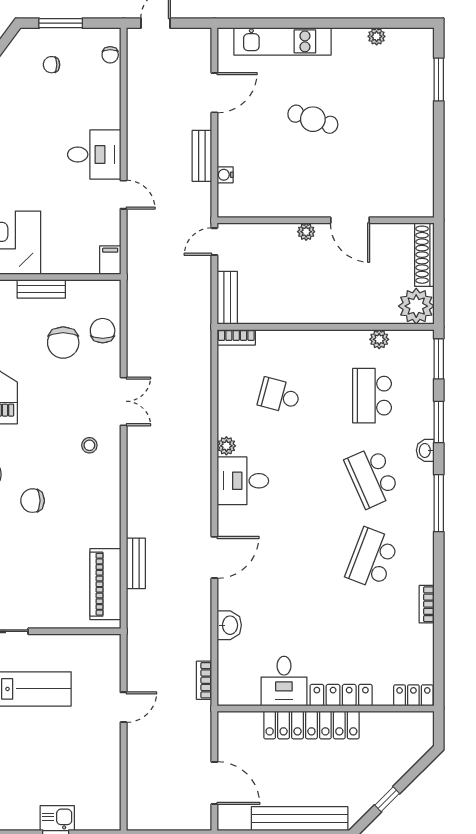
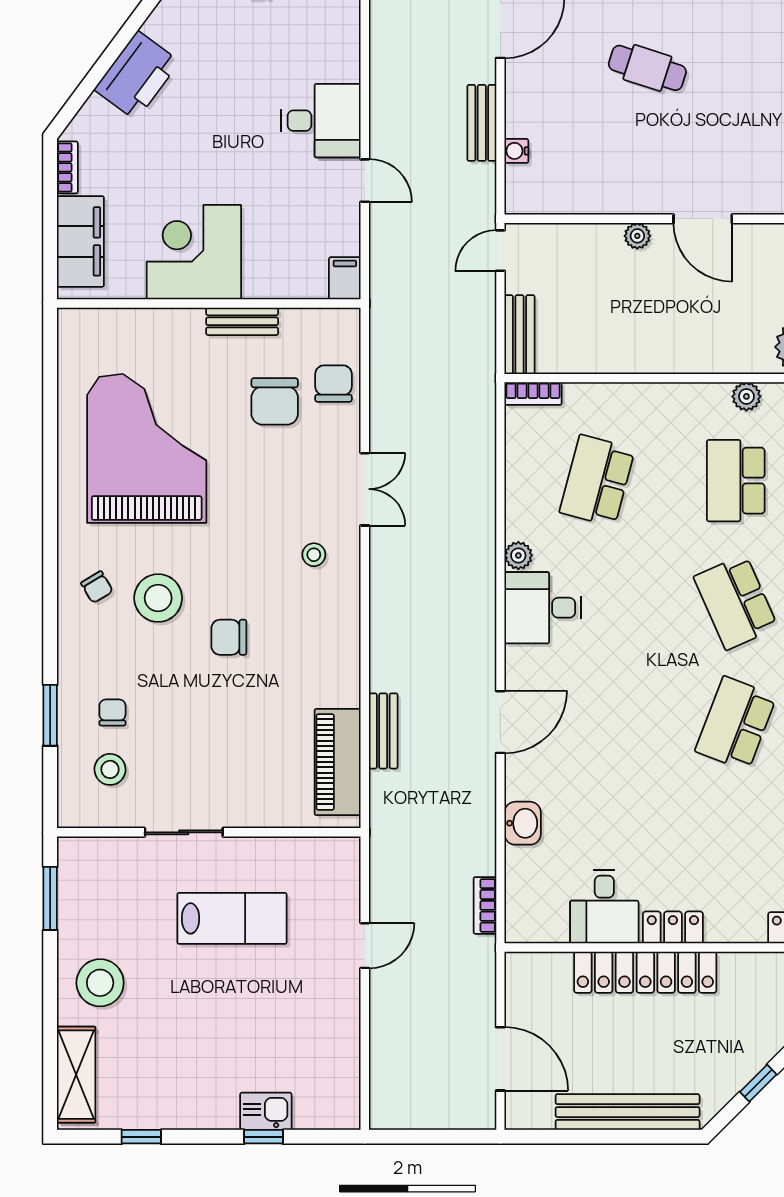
school desk: (279, 396) -> (597, 481), width x1.85
locker: (341, 695) -> (673, 927), width x0.66

